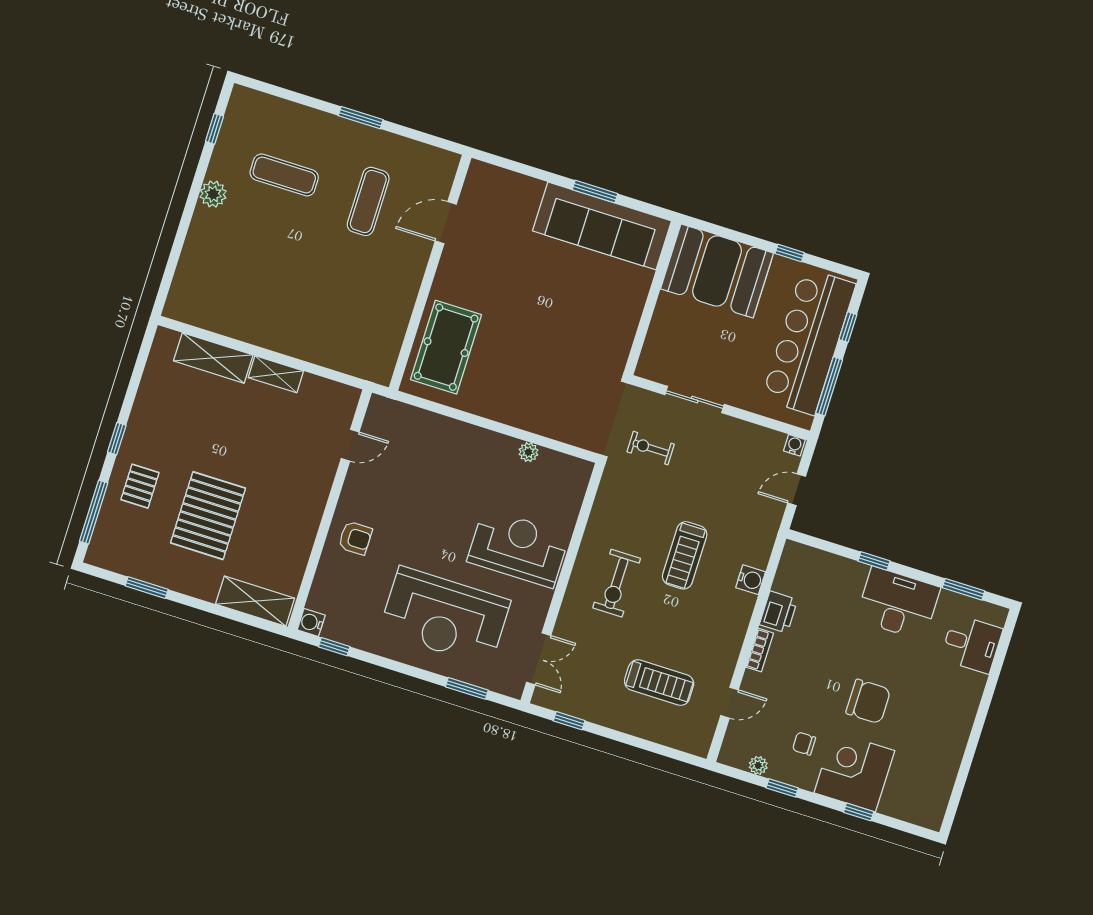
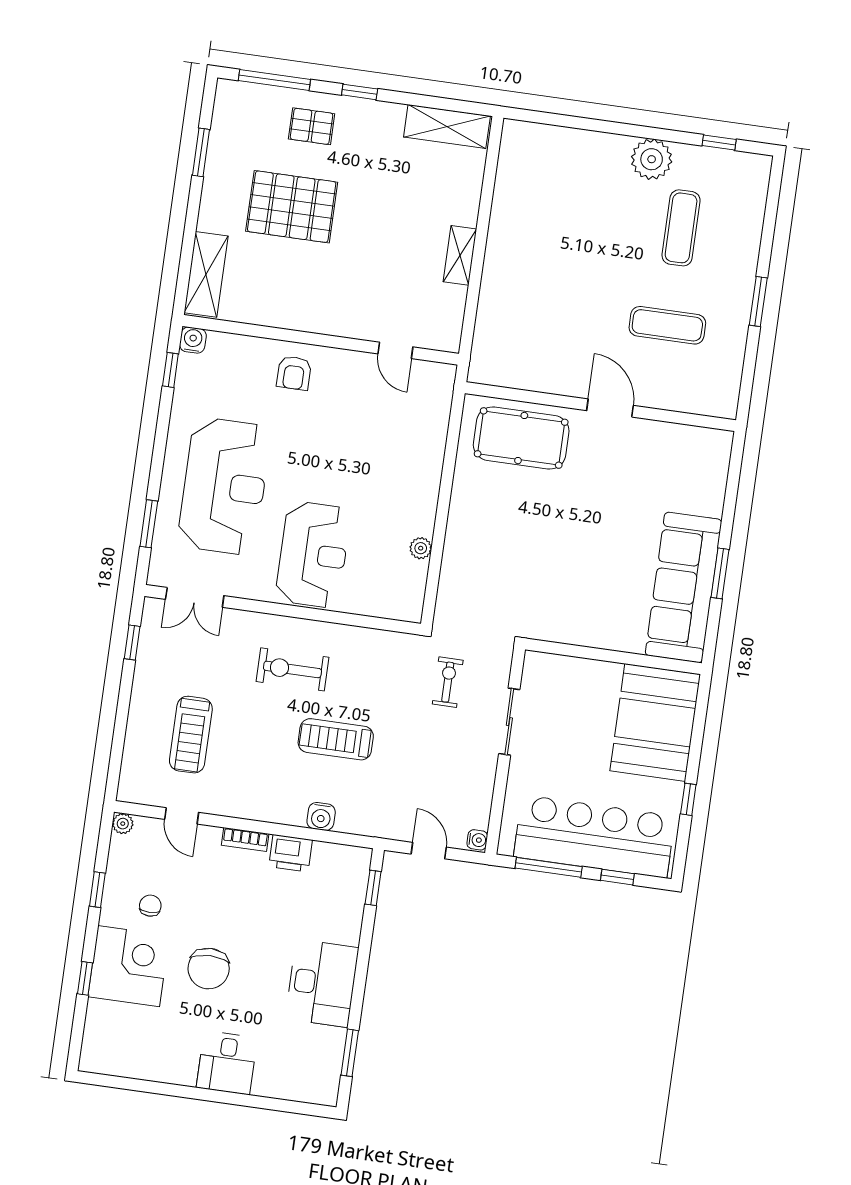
plant: (213, 194) -> (652, 159), width x1.36, depth x1.36
door: (446, 223) -> (610, 408), moved
shelving: (213, 358) -> (447, 126), moved, turned 90
window: (874, 561) -> (373, 888), moved
reception desk: (445, 616) -> (224, 486), turned 180
desk: (972, 644) -> (227, 1063), moved
plant: (758, 765) -> (123, 824), moved

